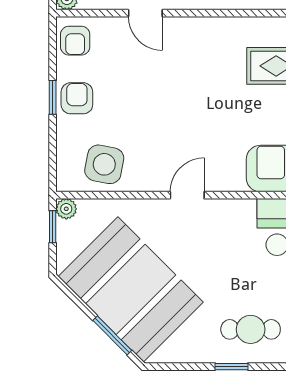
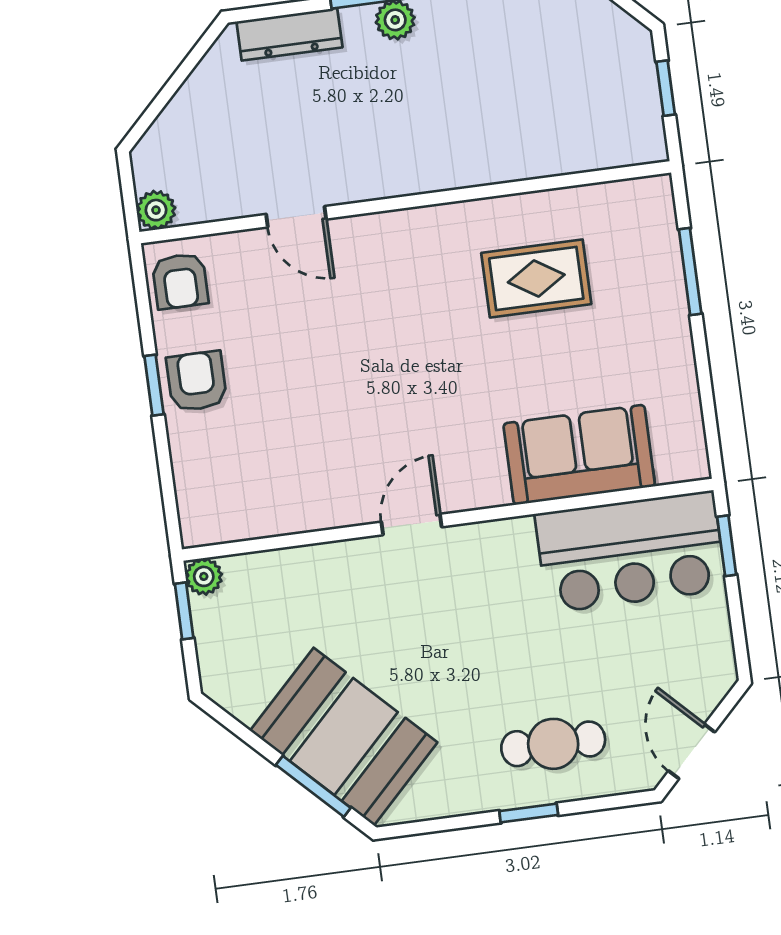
side table: (104, 164) -> (260, 490), removed
booth: (131, 289) -> (344, 737), width x0.73, depth x0.70

